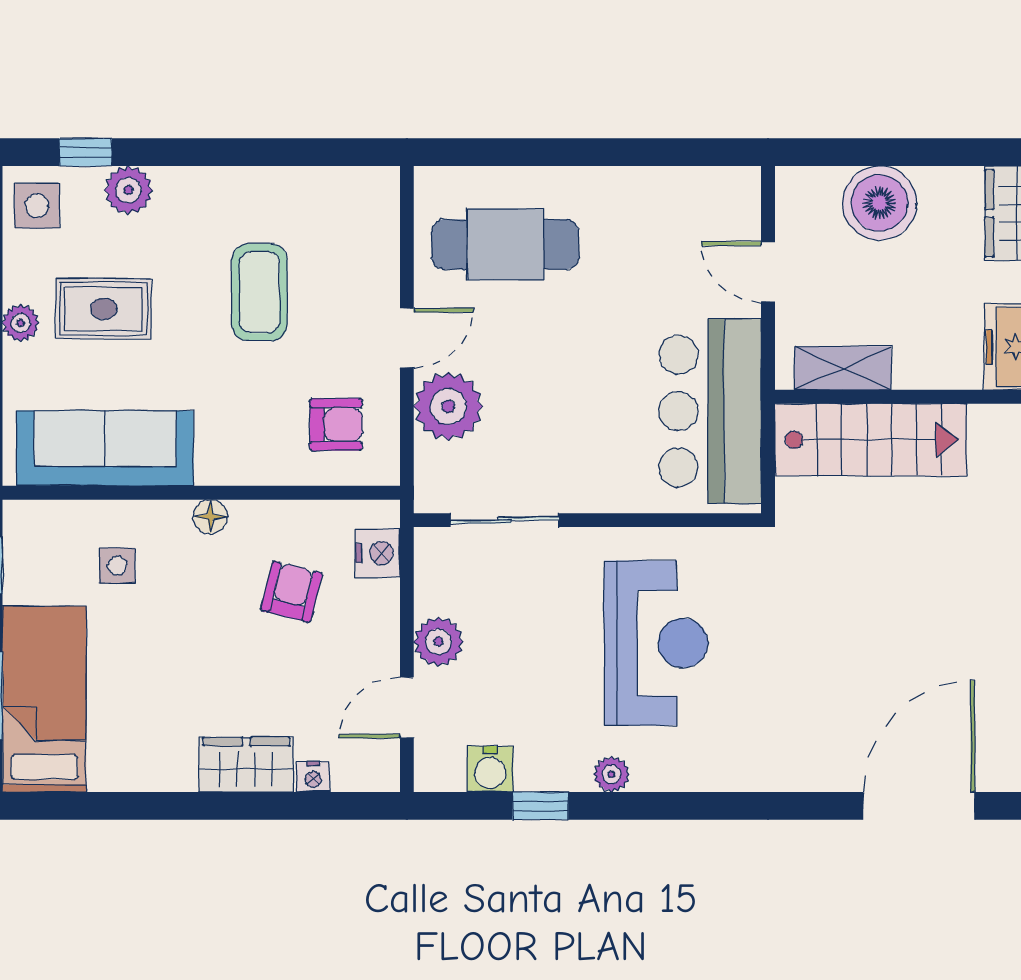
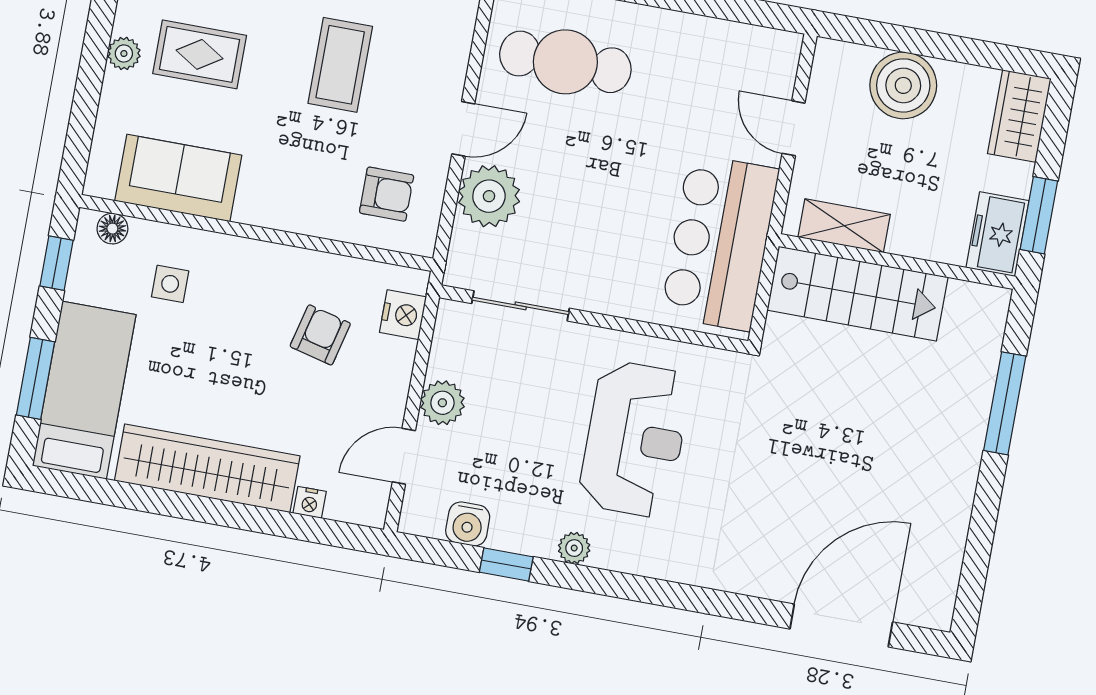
sofa: (105, 448) -> (178, 178), width x0.73
floor lamp: (210, 517) -> (112, 229), moved
wardrobe: (246, 765) -> (207, 468), width x2.10, depth x1.17

